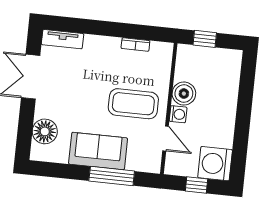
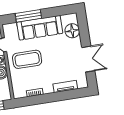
tv unit: (63, 39) -> (65, 86), moved
sofa: (98, 151) -> (40, 28), width x1.36

